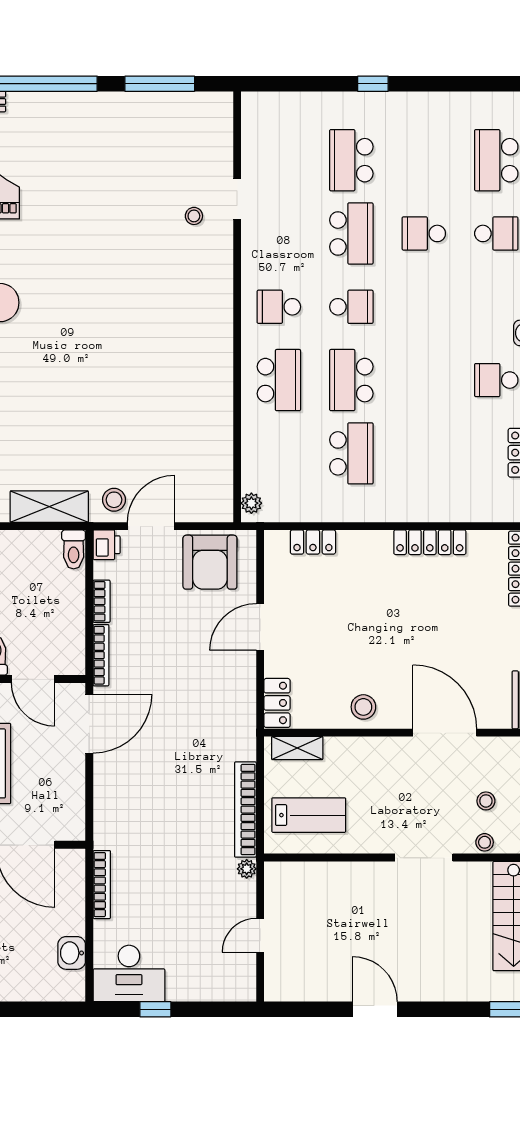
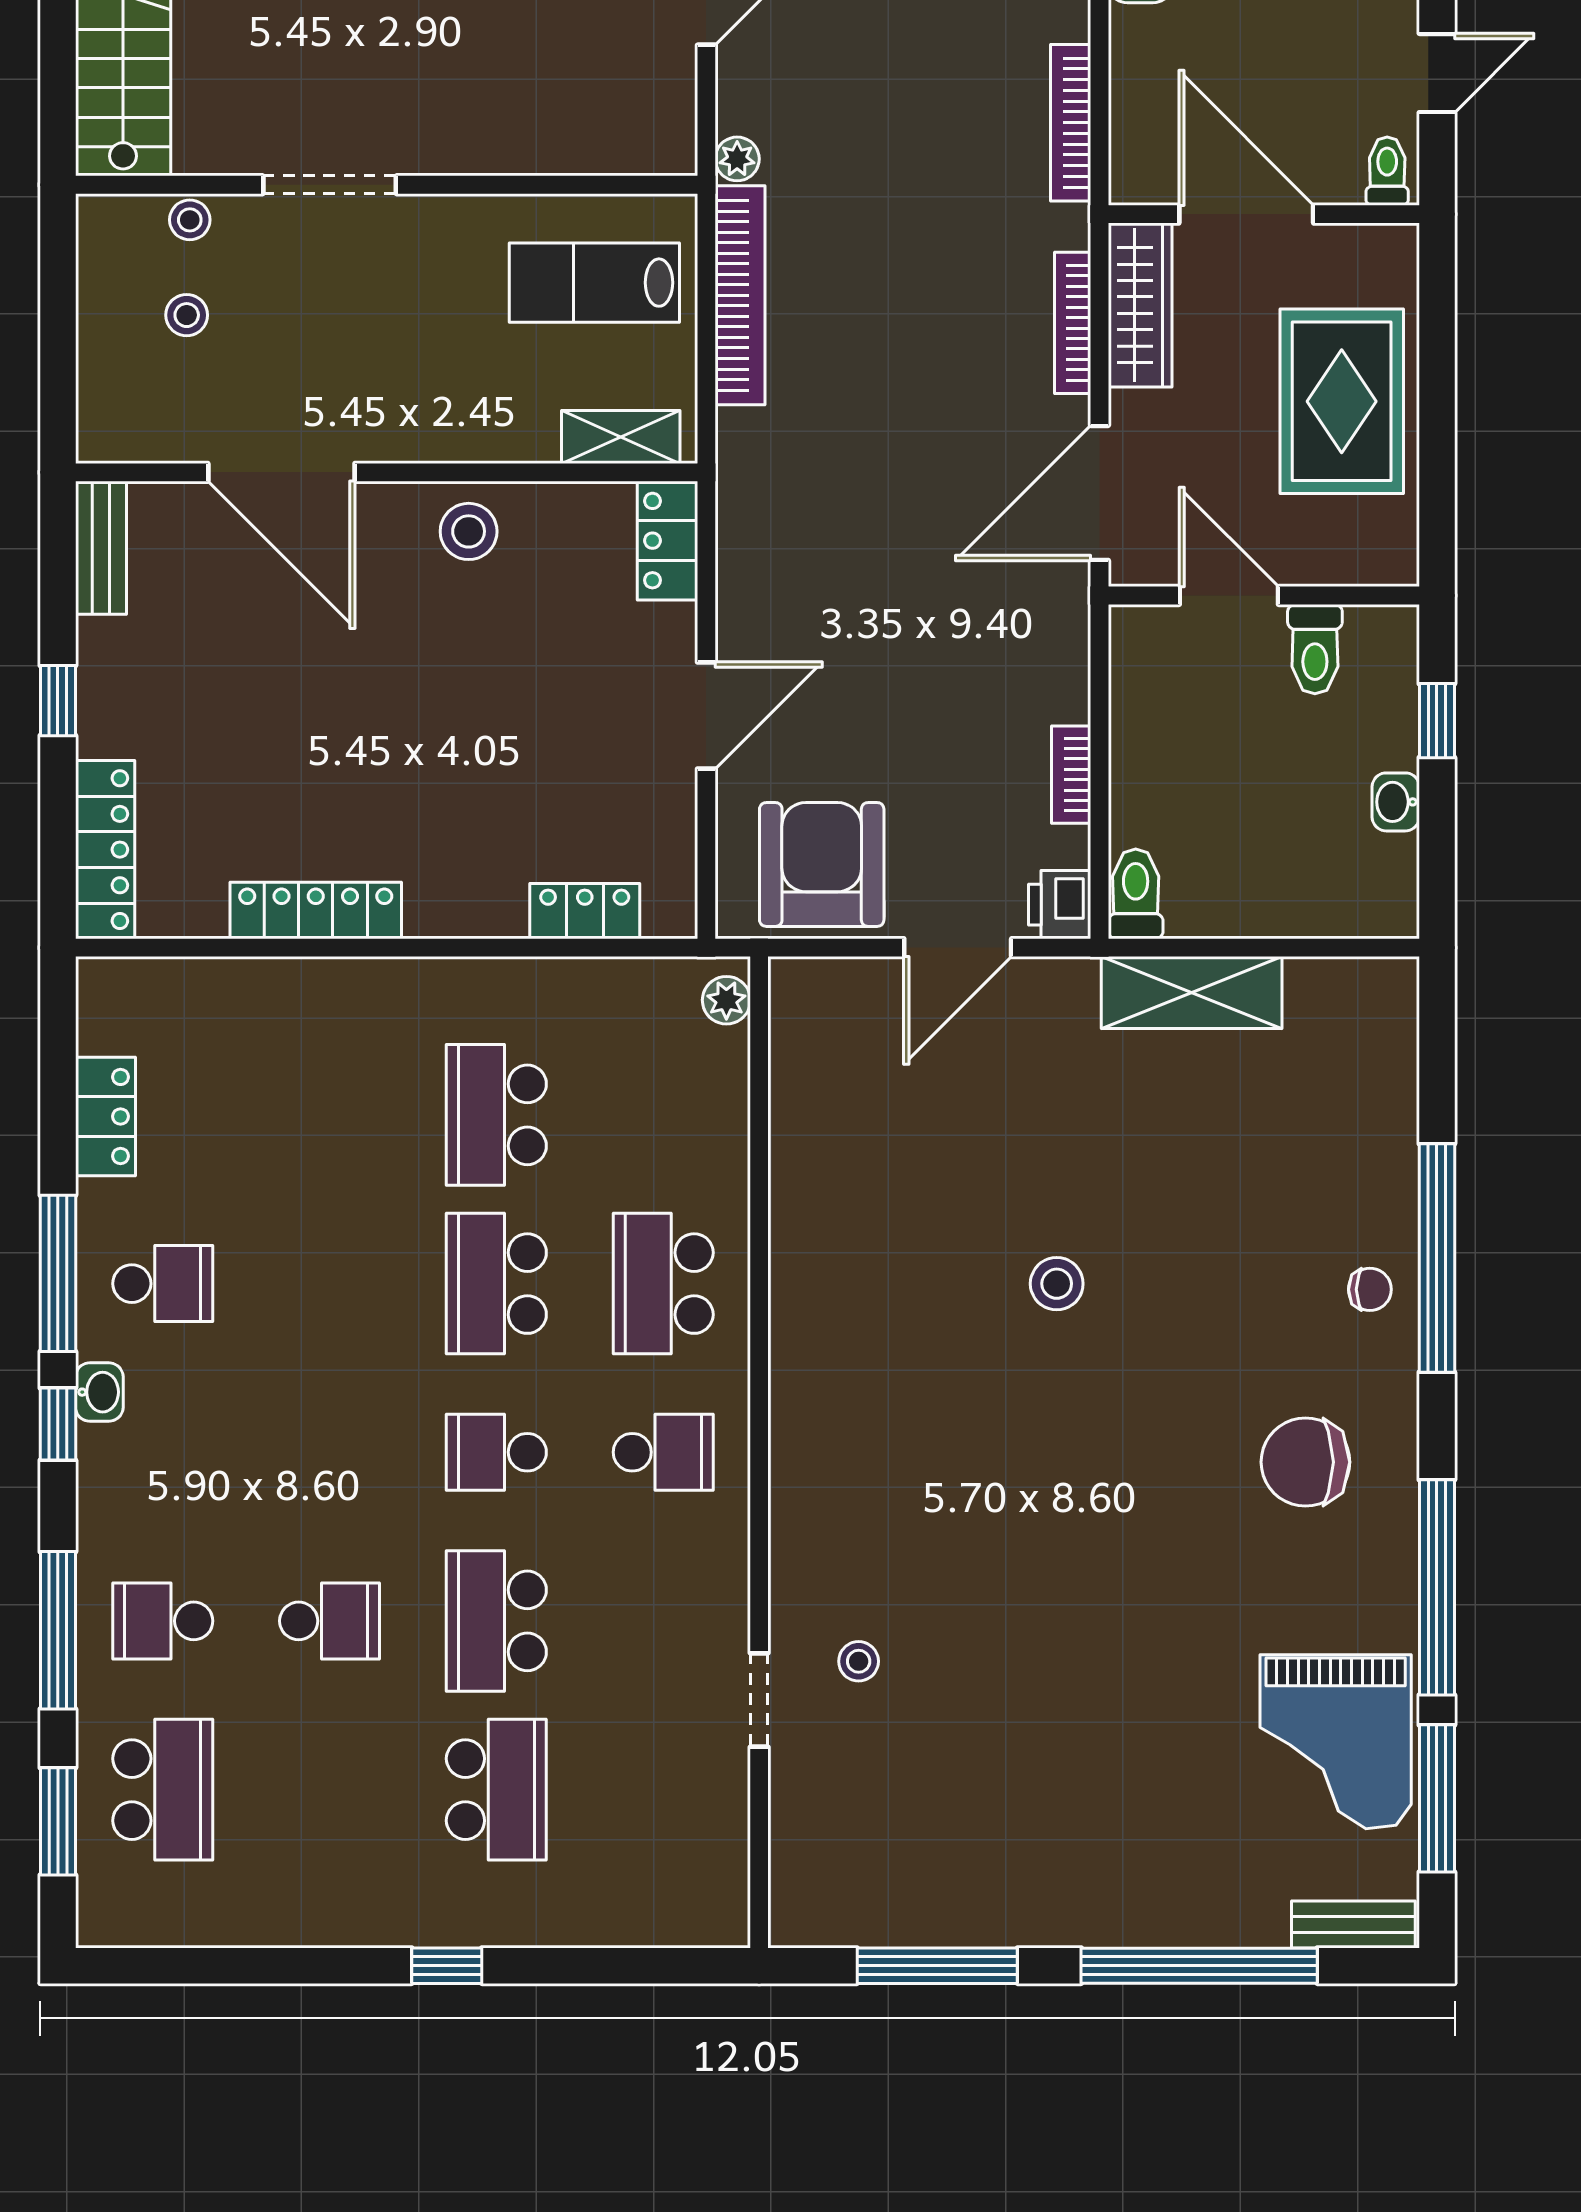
school desk: (351, 380) -> (496, 1284), turned 180
stool: (114, 500) -> (1057, 1284), moved
bookcase: (101, 655) -> (1073, 323), moved
wardrobe: (72, 805) -> (1140, 305), added

